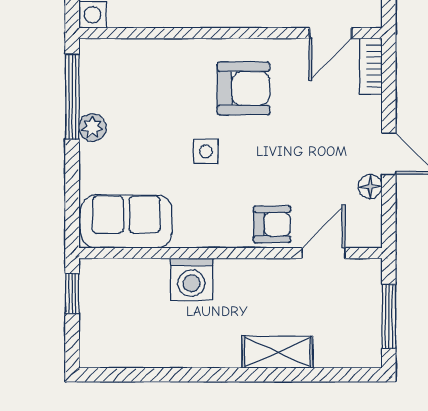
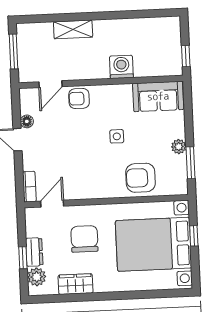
armchair: (243, 88) -> (141, 178), moved
window: (72, 97) -> (191, 163), width x0.69

